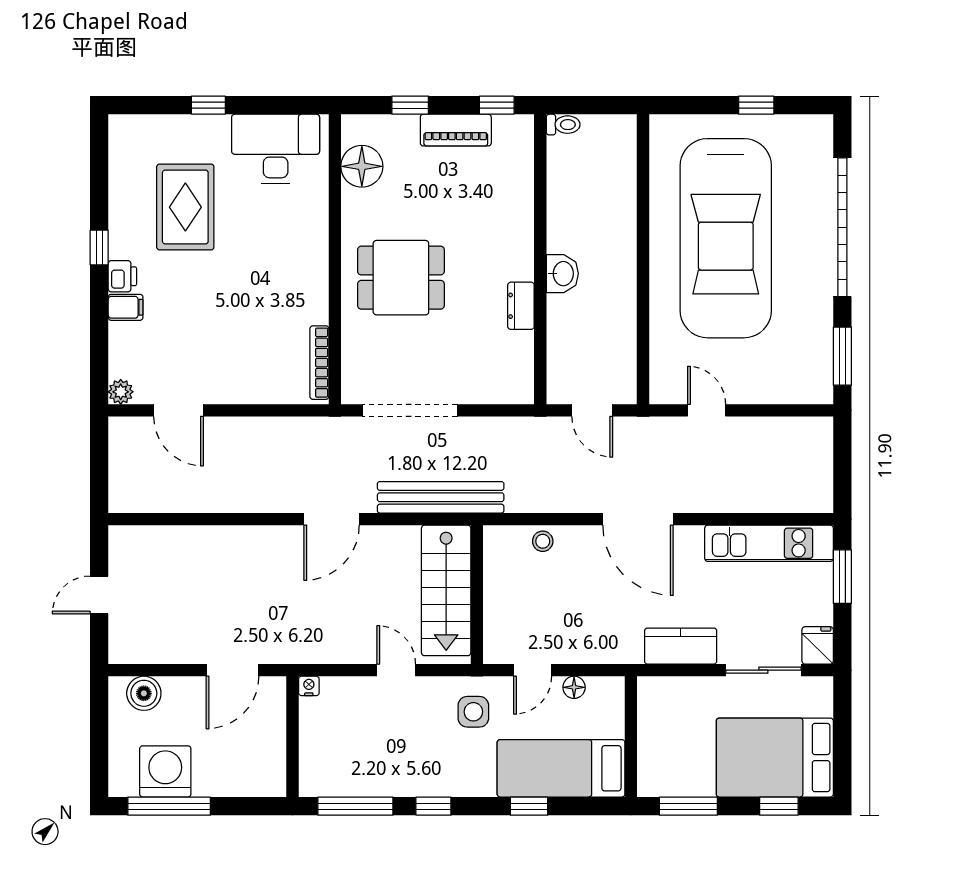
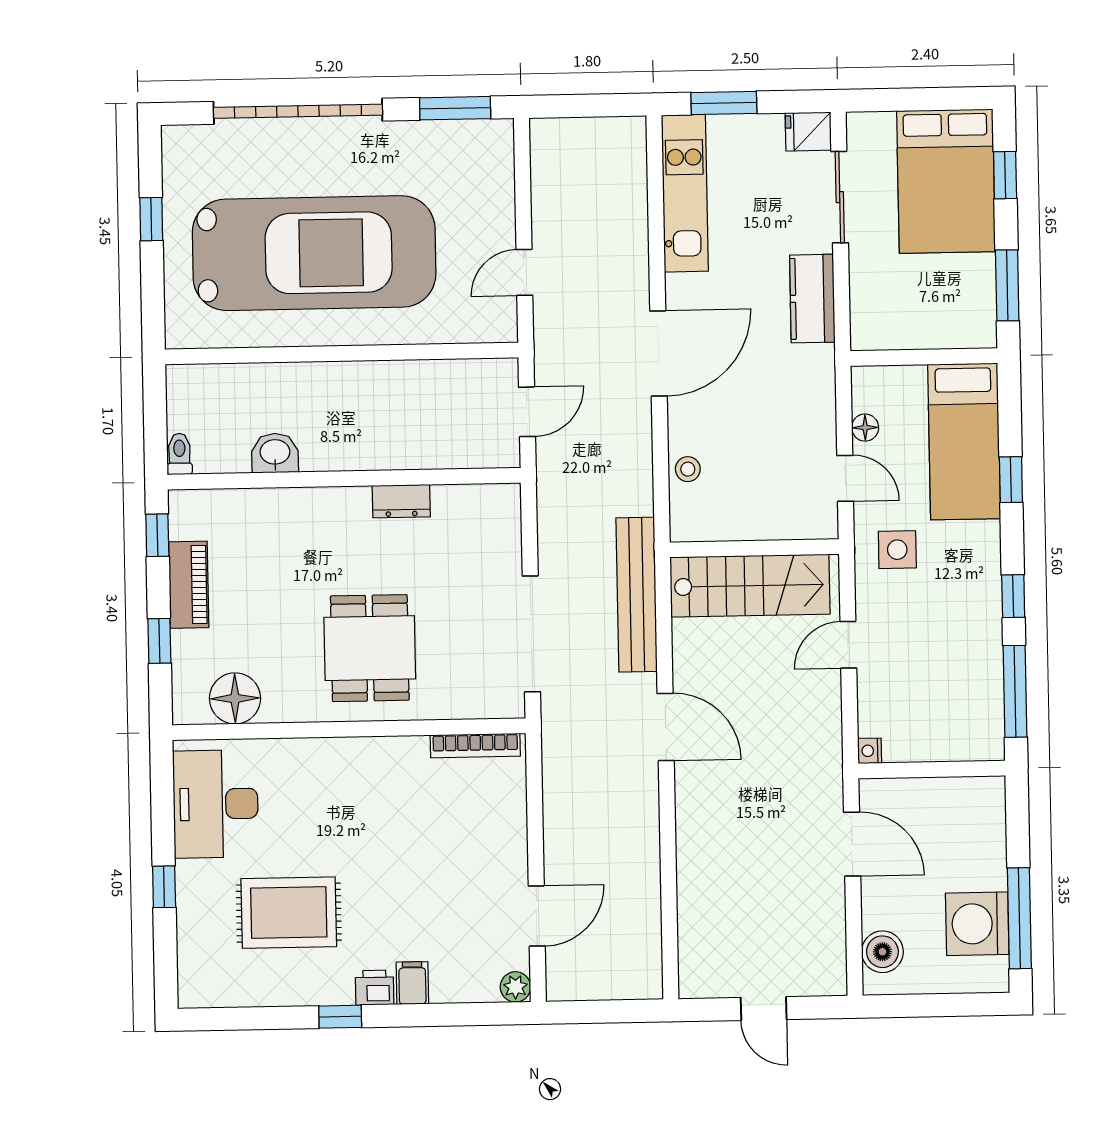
washbasin: (562, 274) -> (275, 453), moved

